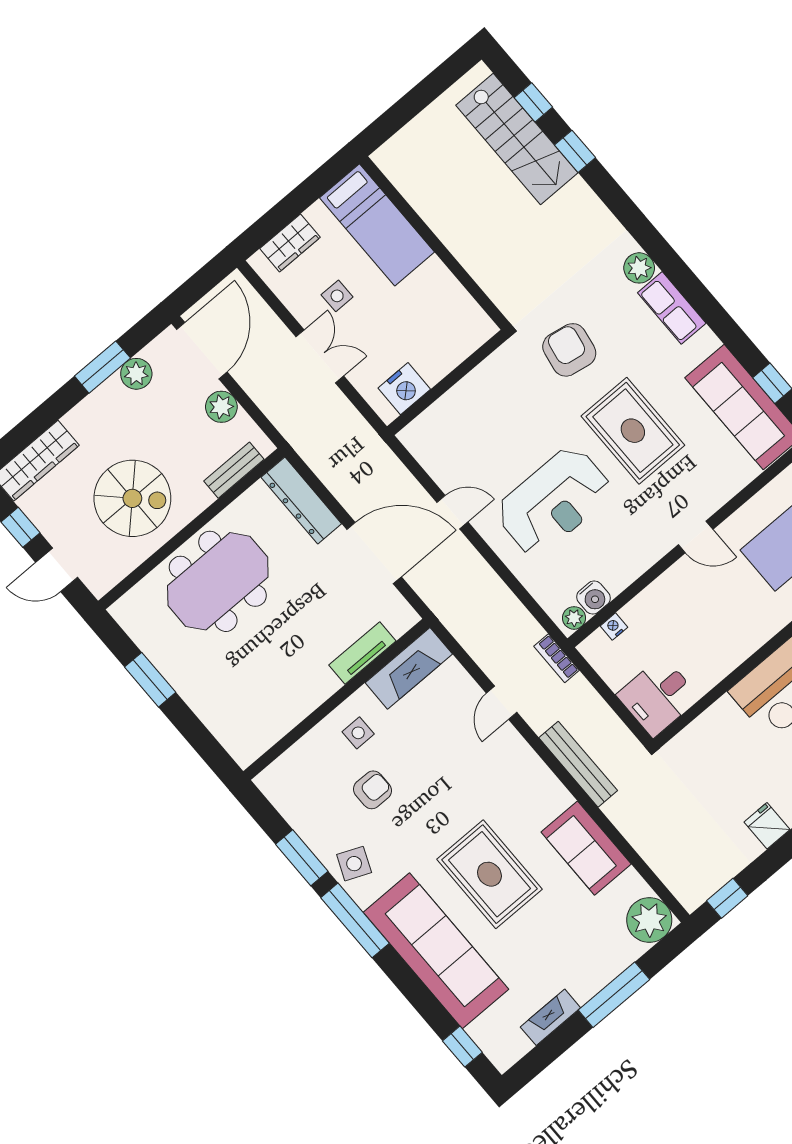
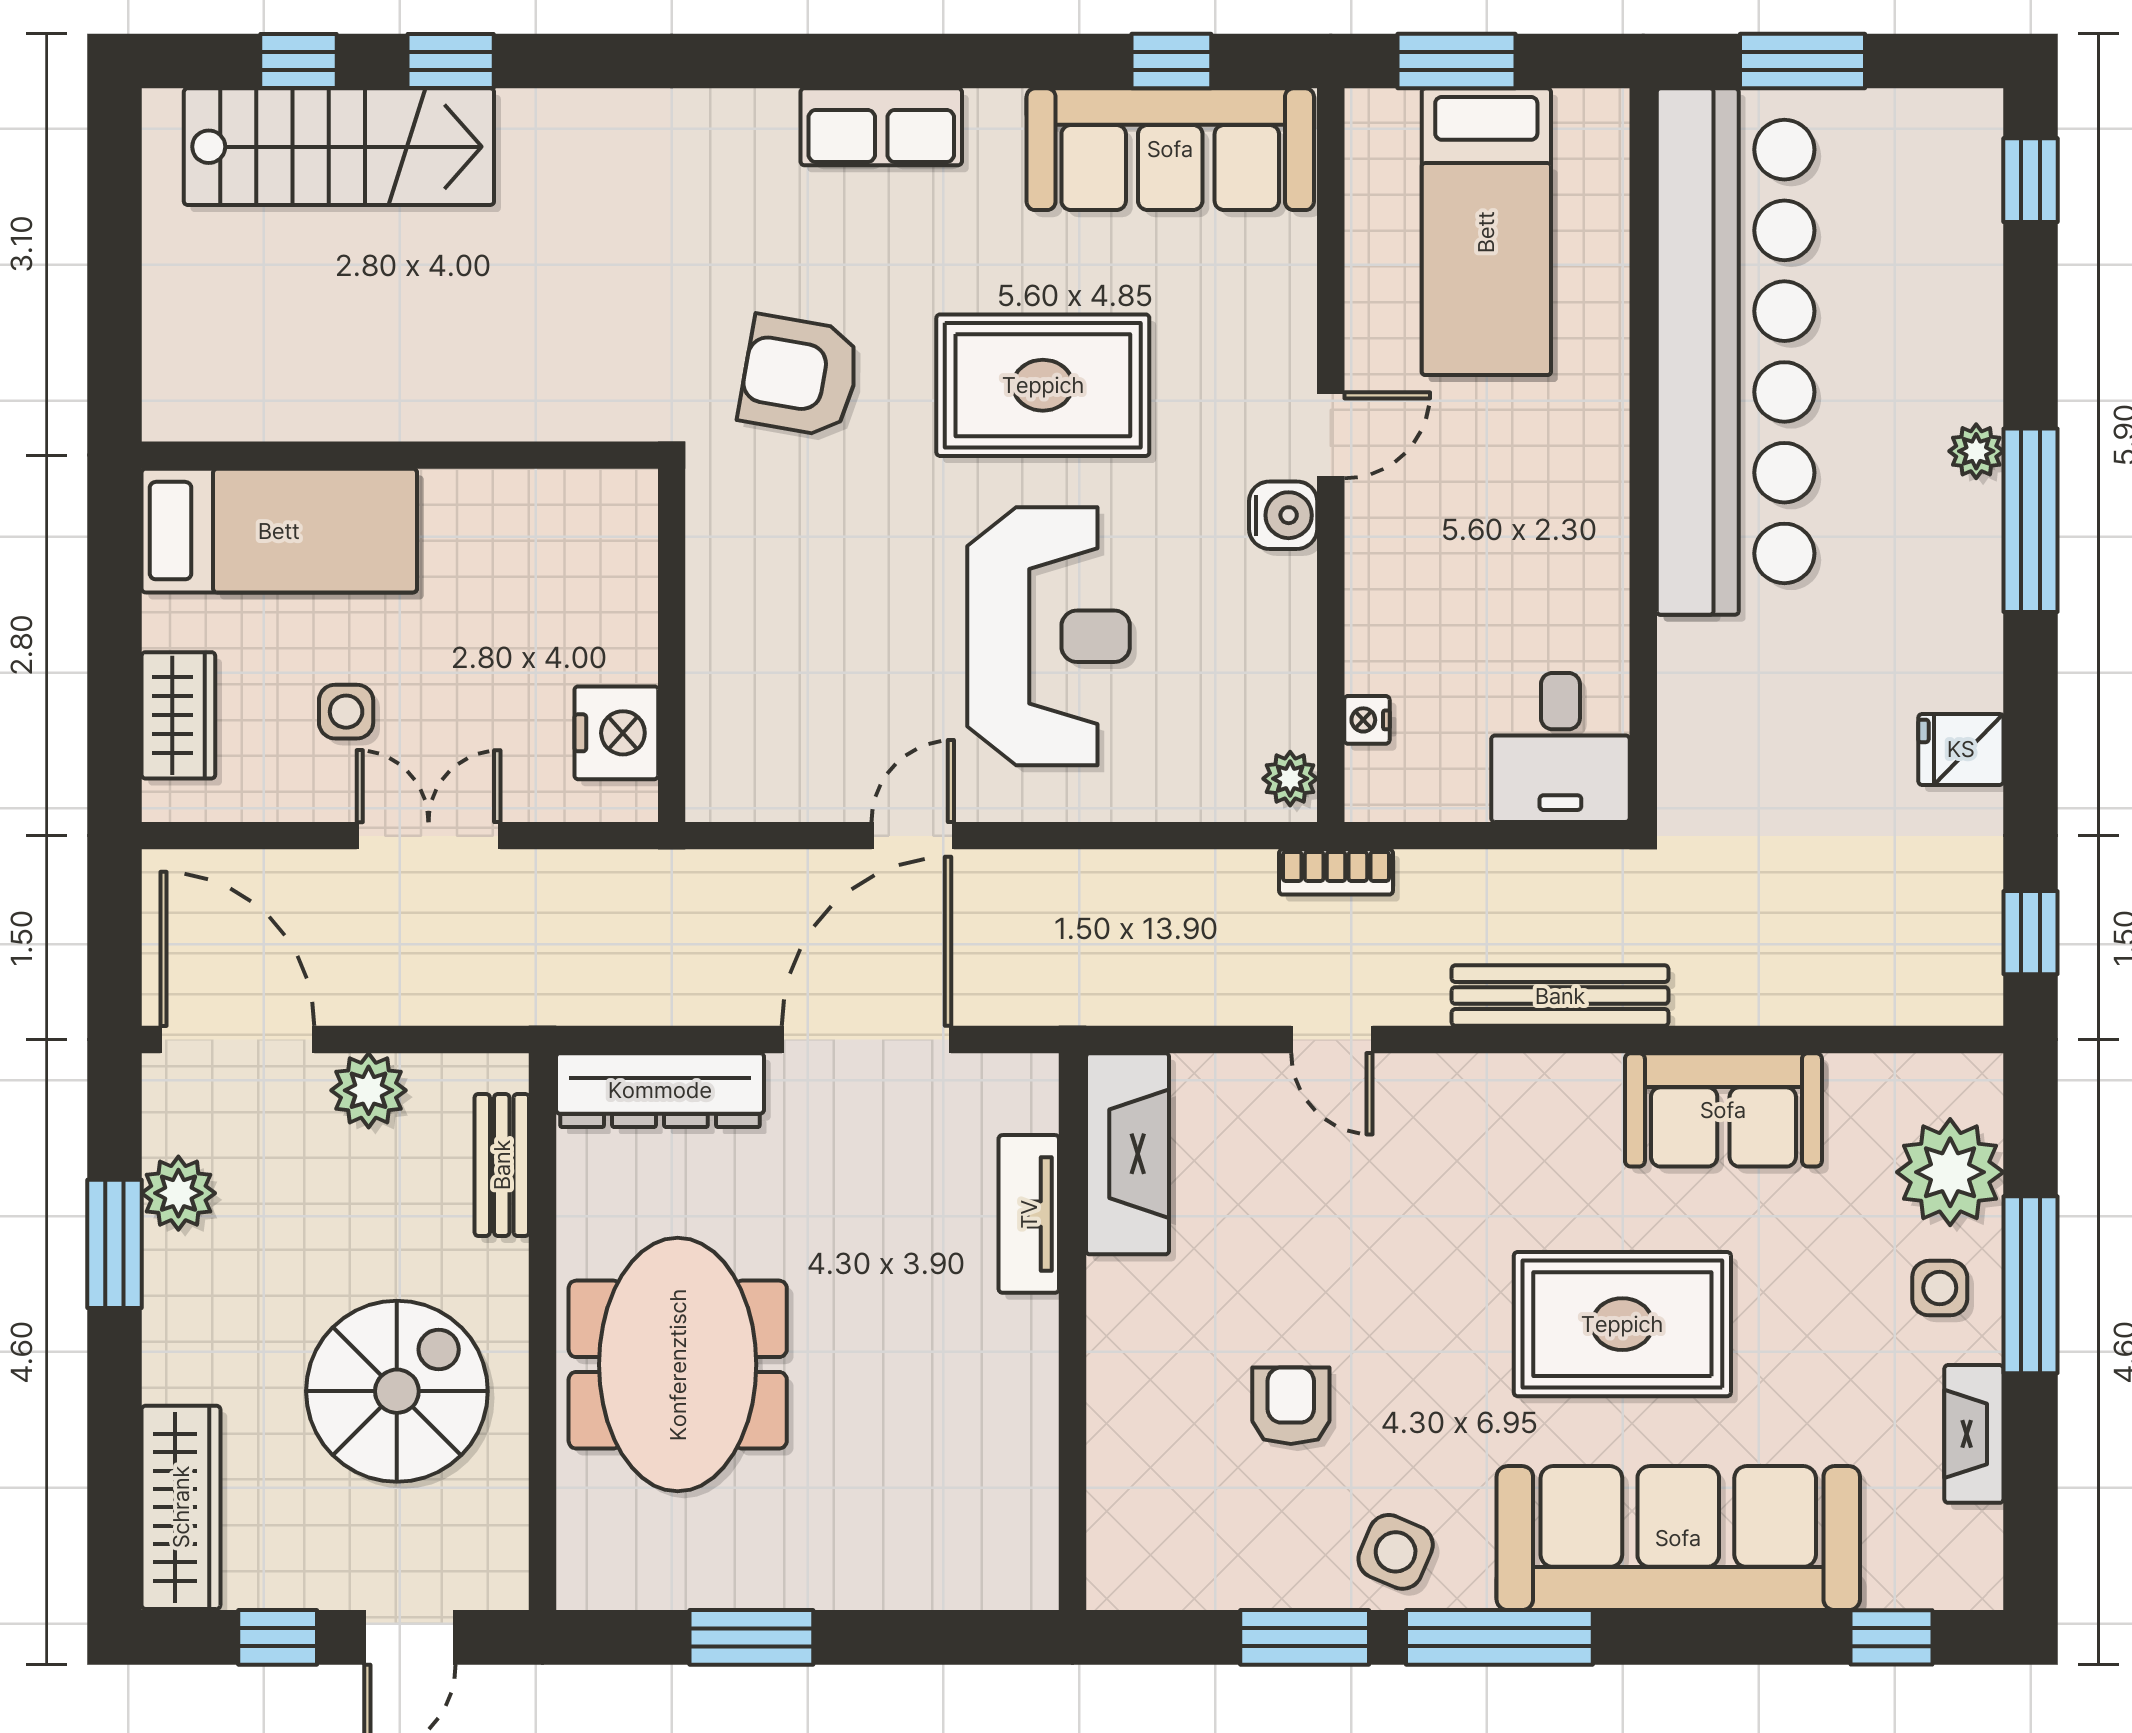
plant: (639, 268) -> (759, 124), removed
water cooler: (593, 598) -> (1283, 515), moved
side table: (358, 733) -> (1940, 1288), moved
plant: (649, 920) -> (1950, 1172), moved

